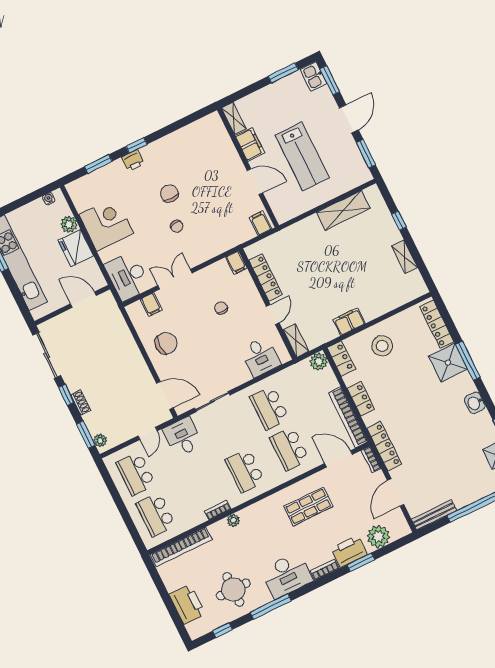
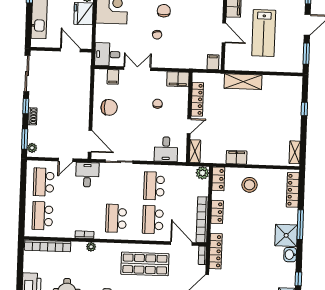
shelving: (343, 210) -> (243, 82), moved
shelving: (404, 257) -> (295, 152), moved
filing cabinet: (236, 263) -> (178, 79), width x2.00
desk: (128, 276) -> (107, 54), width x0.73
shower: (448, 363) -> (286, 235), moved
shop shelf: (308, 506) -> (145, 264), width x1.43, depth x1.36

